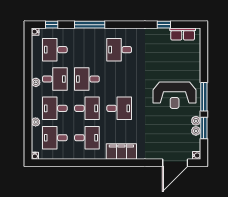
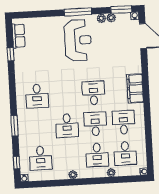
window: (90, 25) -> (14, 126), width x0.69
desk: (55, 79) -> (69, 157), removed
window: (204, 128) -> (121, 9), moved

